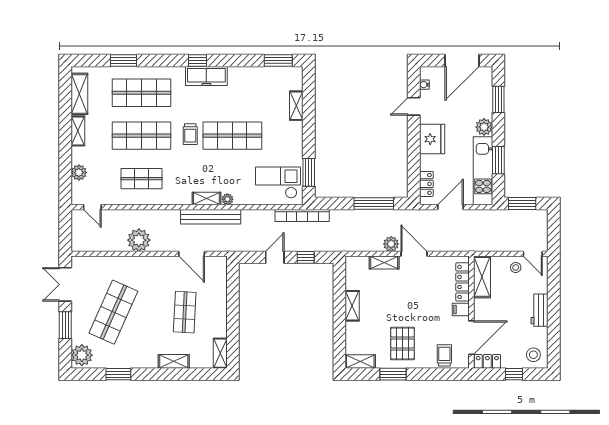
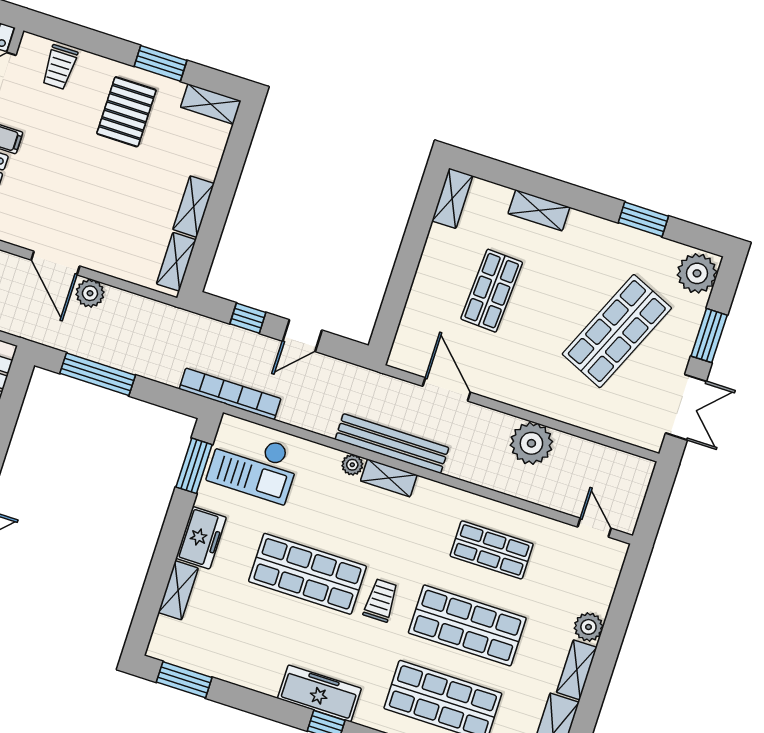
freezer: (293, 136) -> (201, 538), added
plant: (79, 173) -> (588, 627), moved
shelving: (384, 263) -> (176, 262), moved, turned 90

